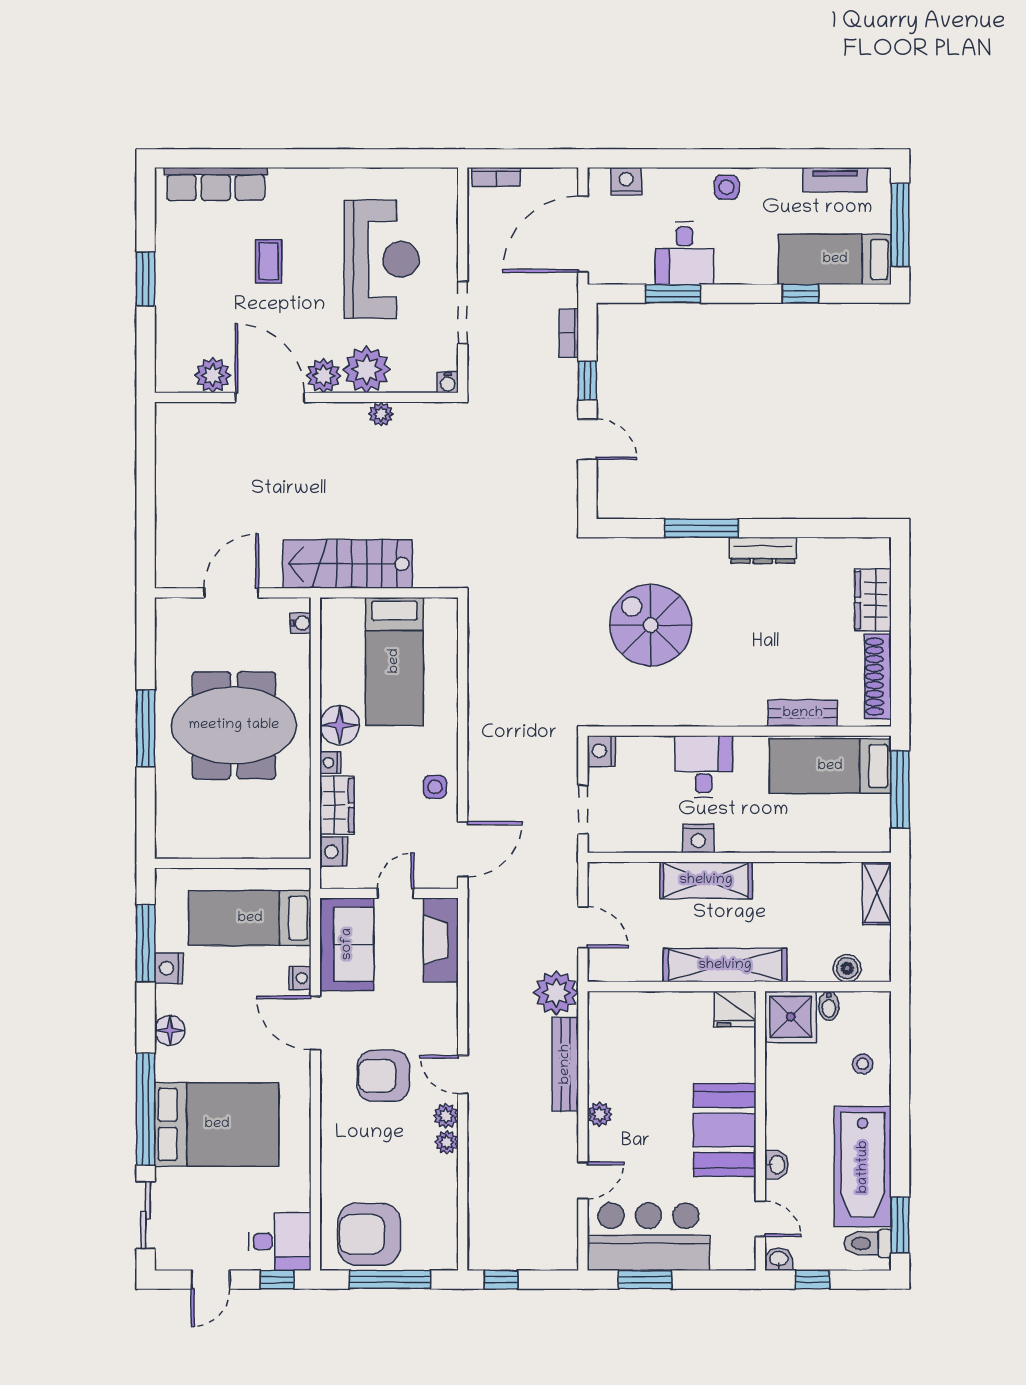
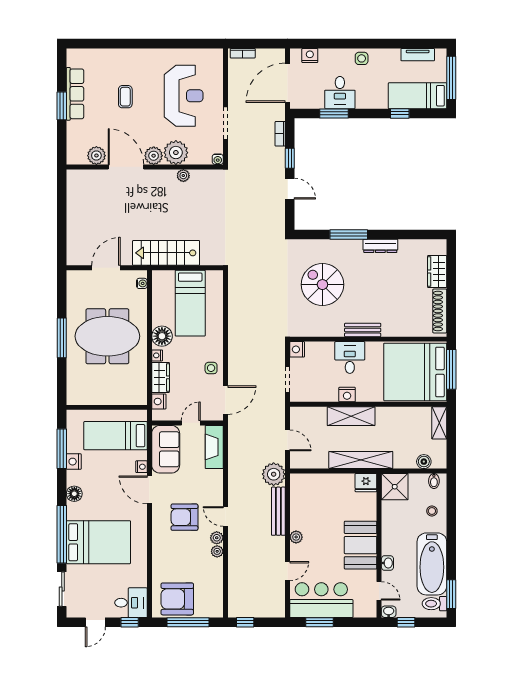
row of seats: (216, 184) -> (75, 94), moved, turned -90
bench: (803, 713) -> (363, 330), moved
bed: (830, 766) -> (415, 372), width x2.04
bidet: (829, 1006) -> (434, 481), moved

